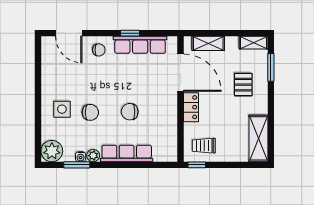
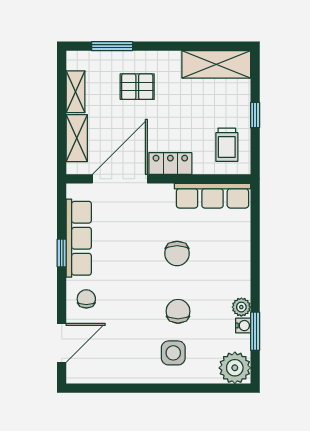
shelving: (254, 43) -> (76, 92), moved
row of seats: (127, 153) -> (212, 196), moved, turned -90
window: (197, 165) -> (255, 115), moved

